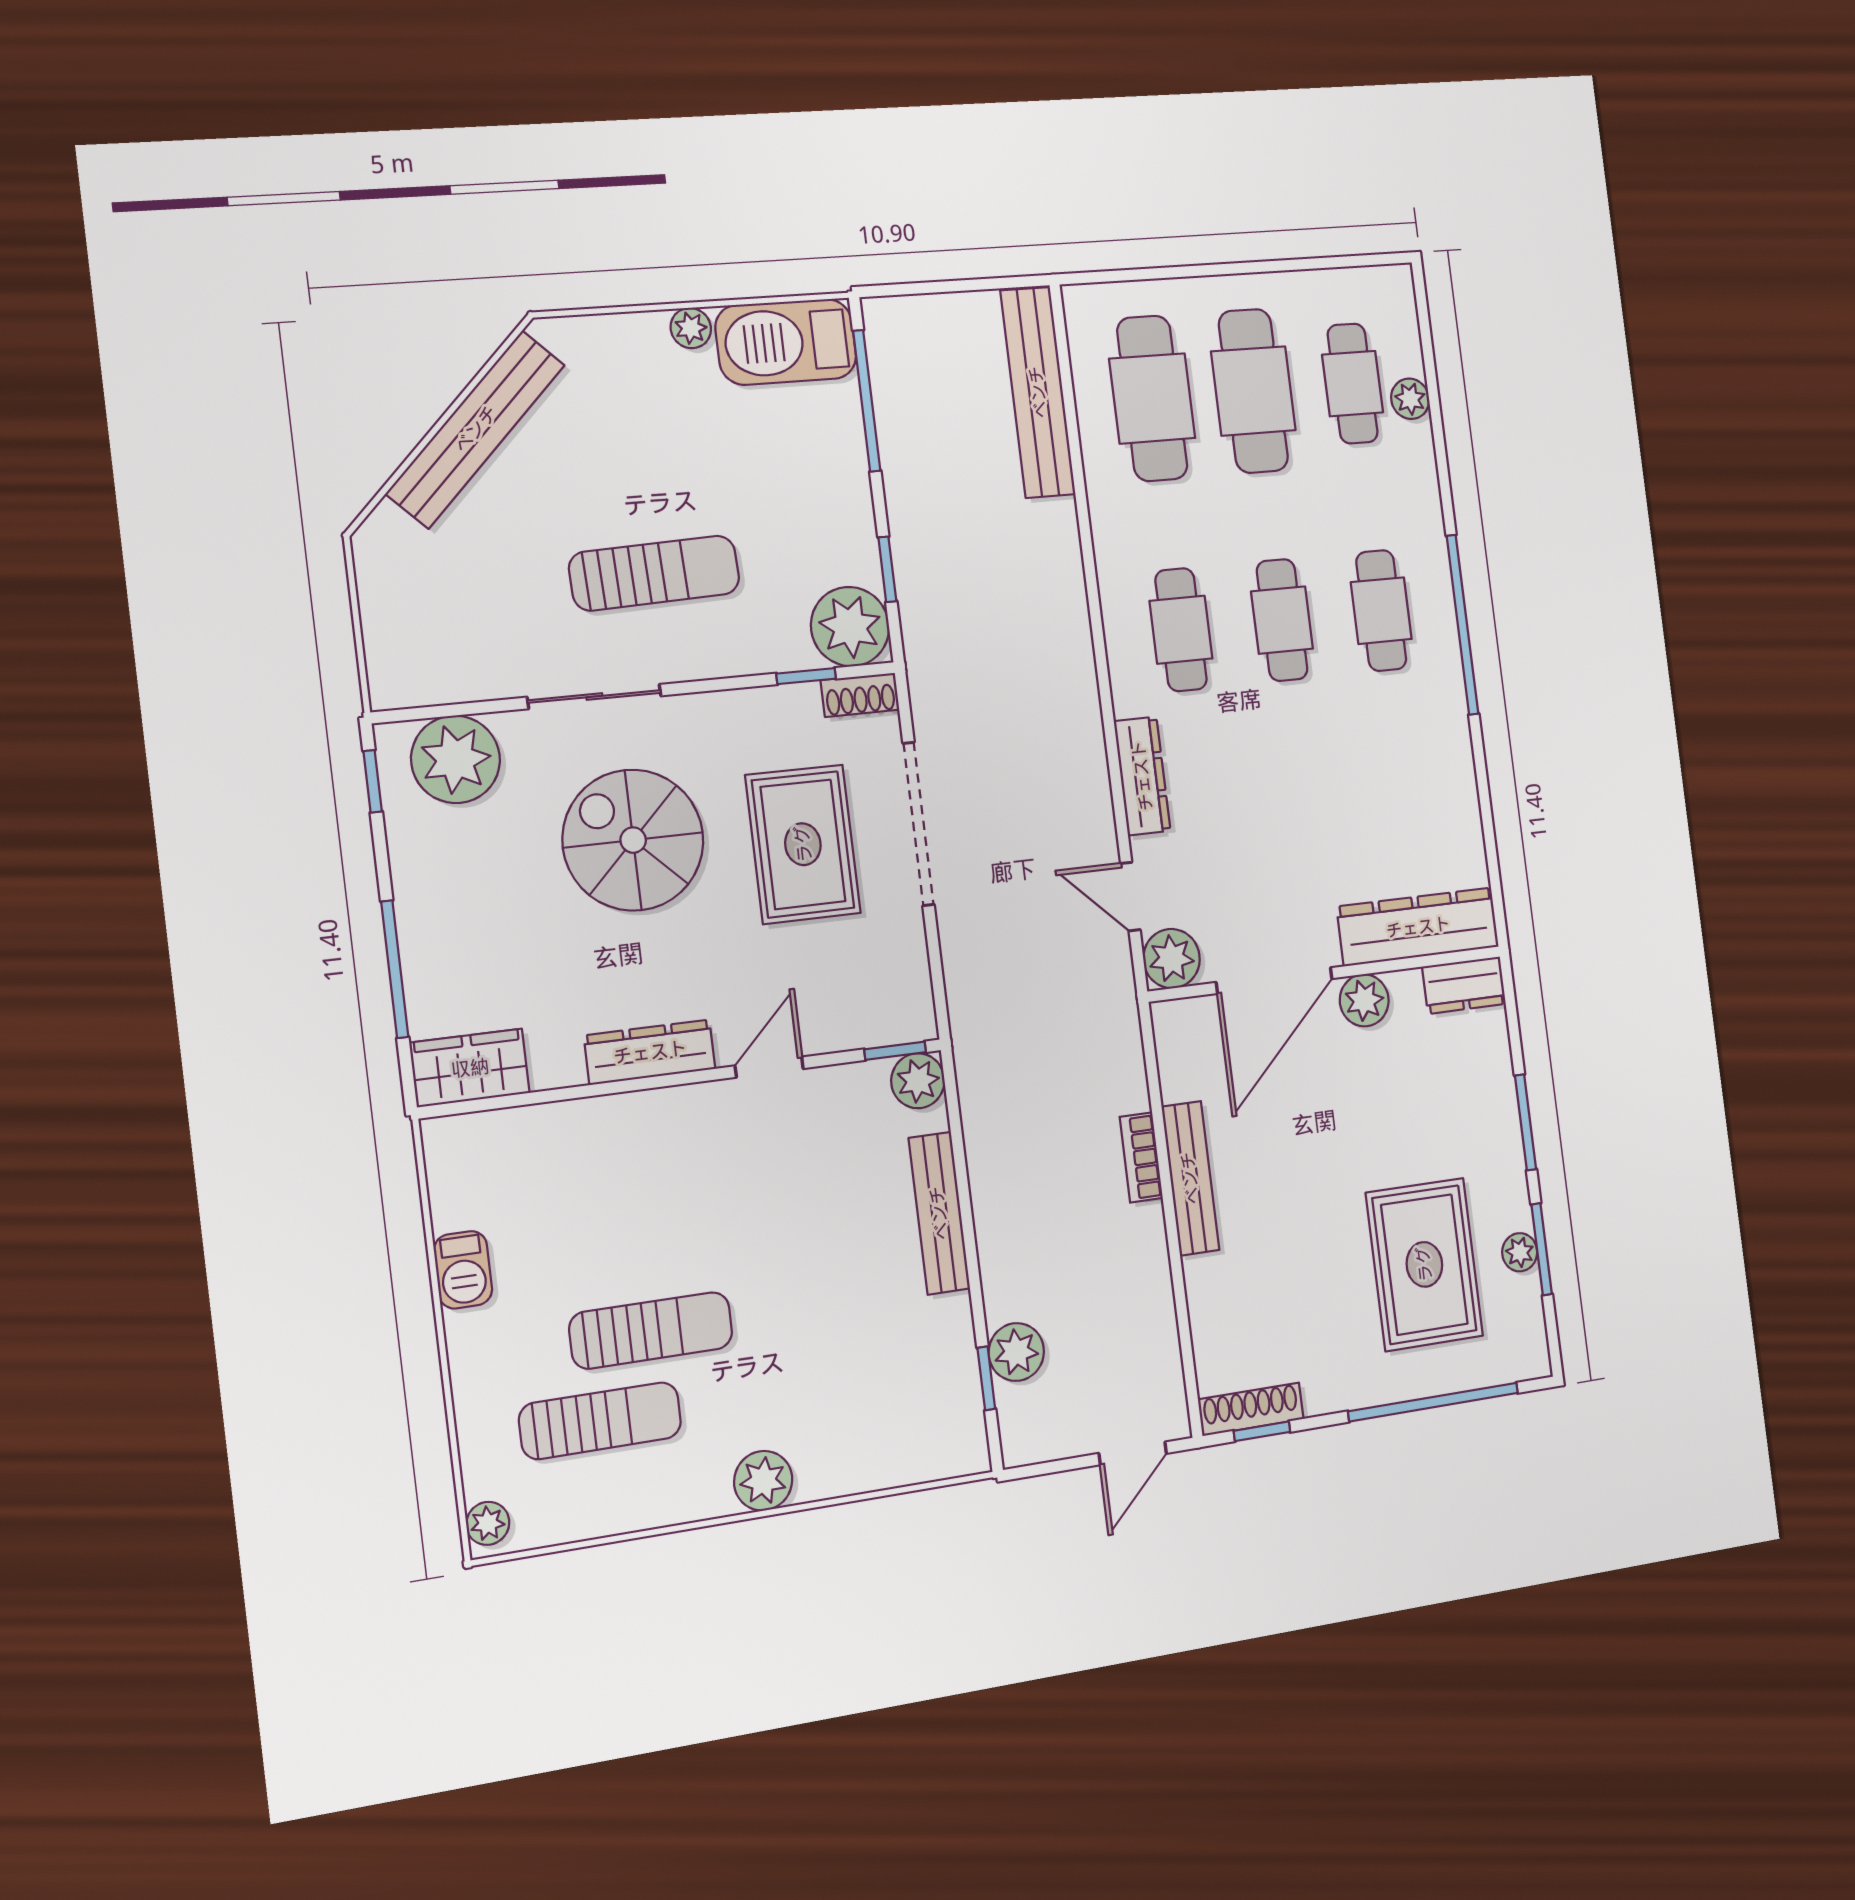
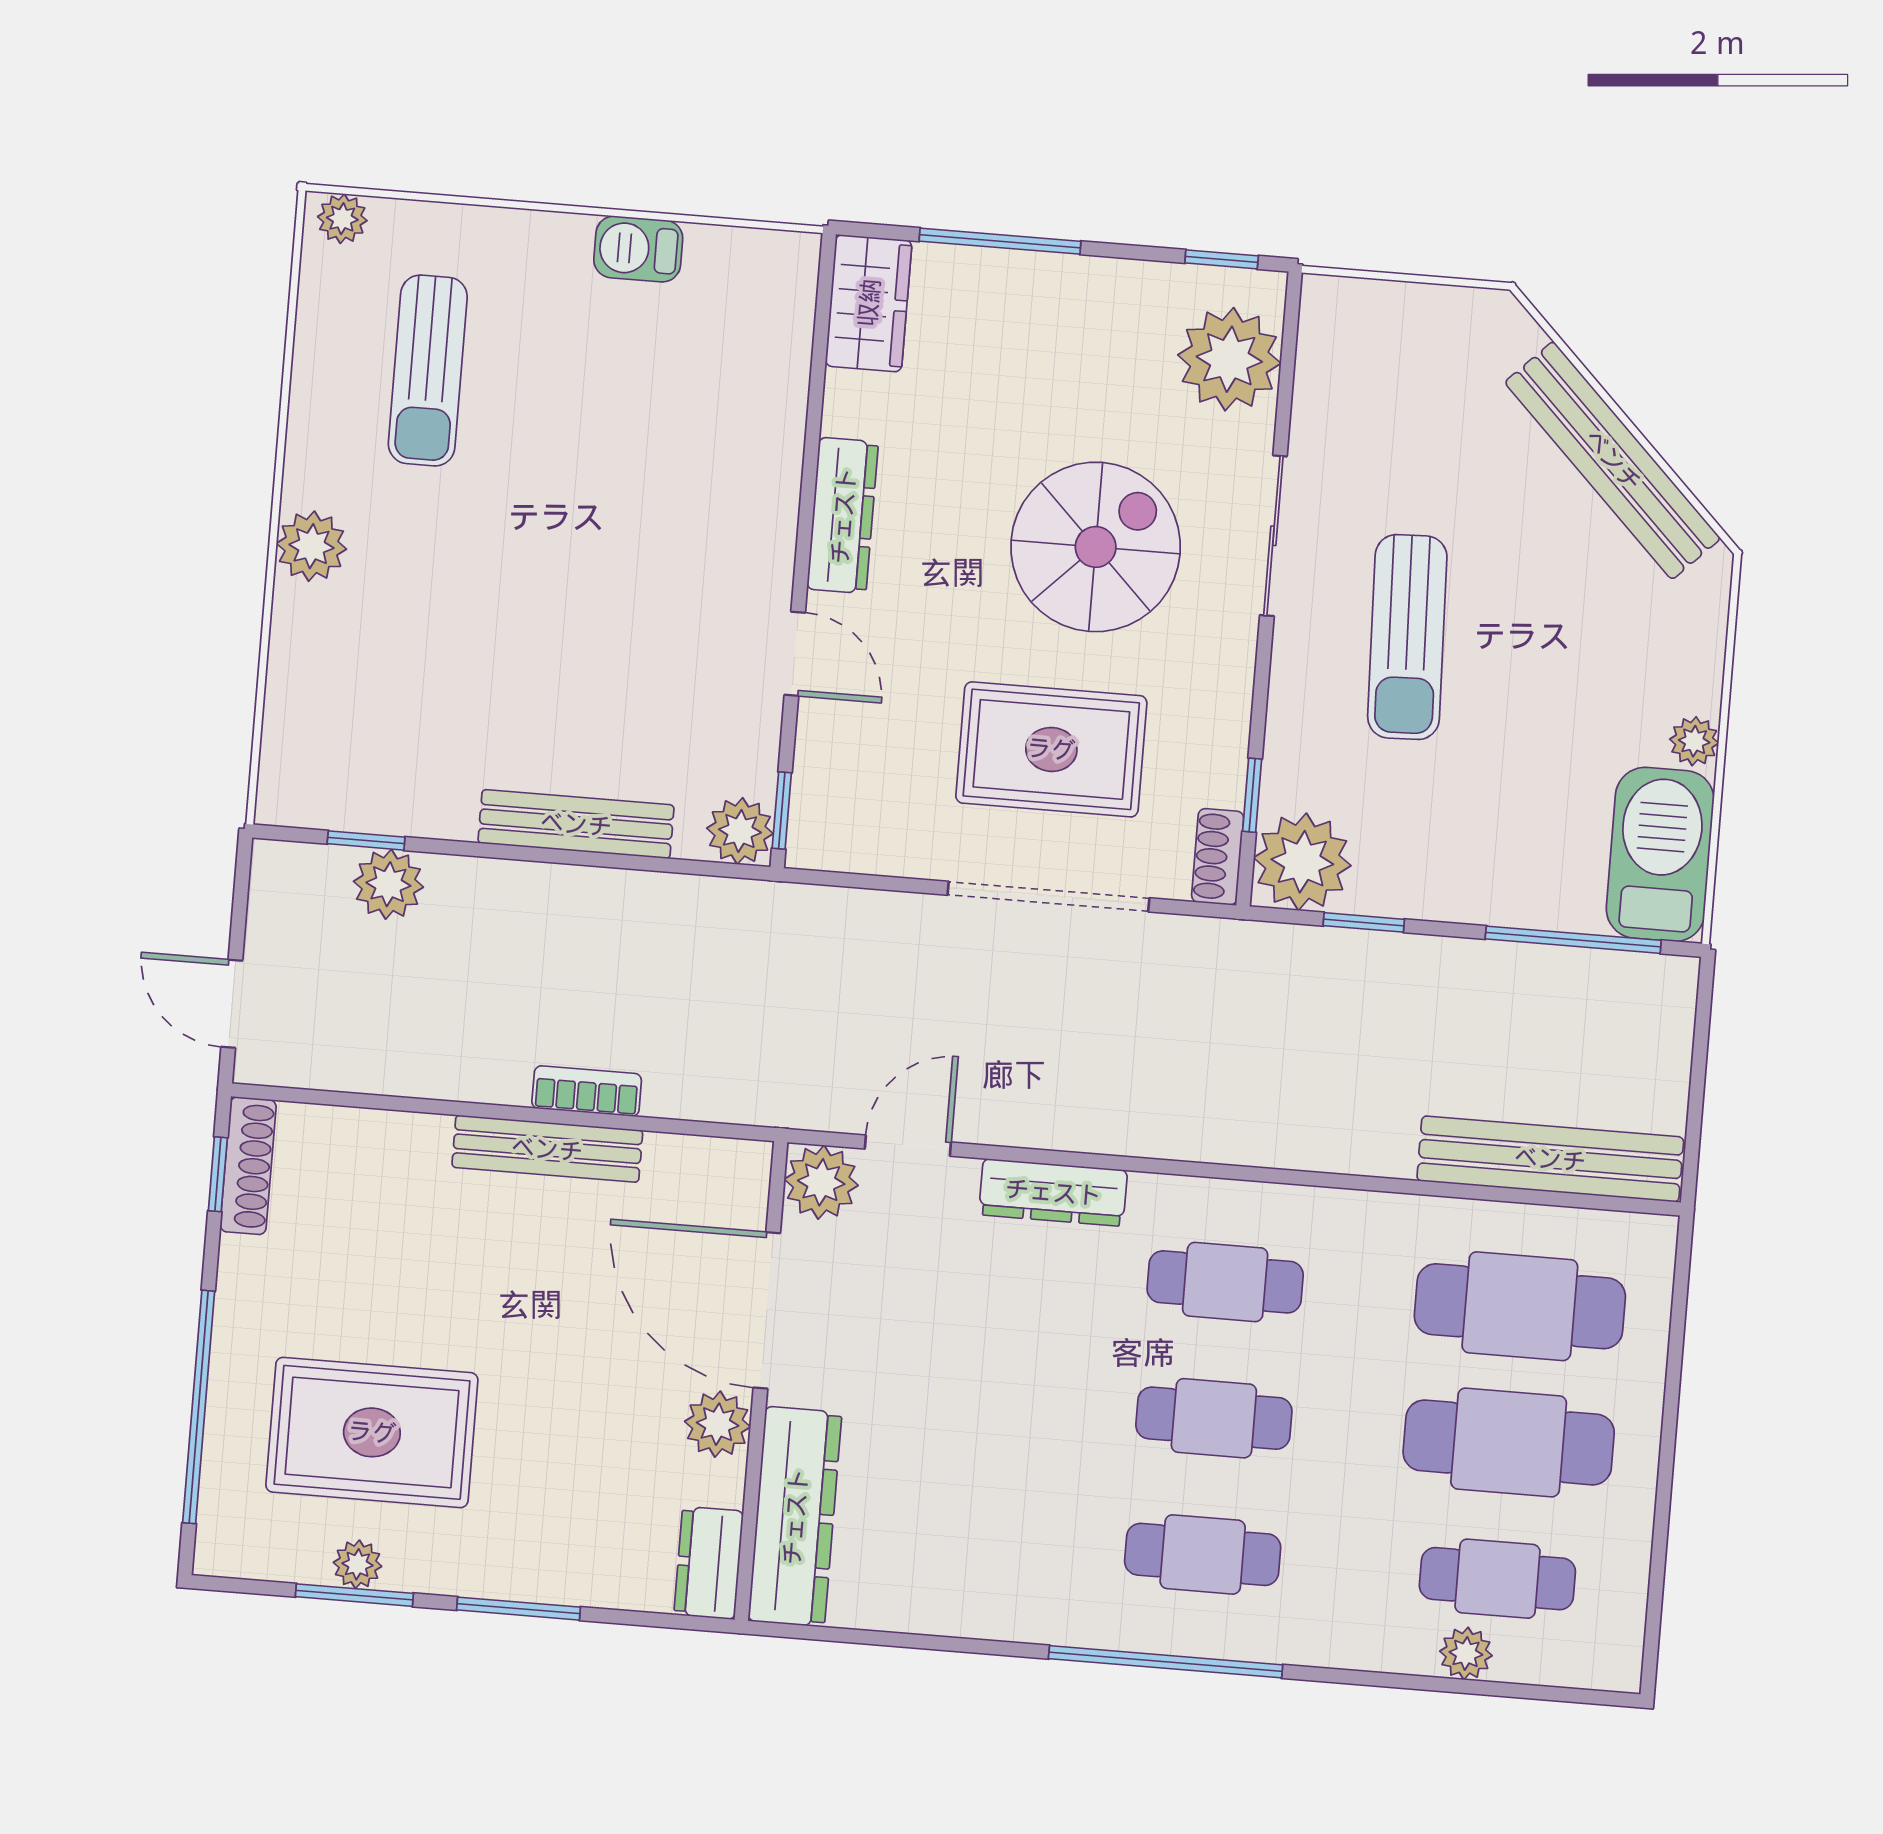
sun lounger: (651, 1330) -> (518, 451), removed

